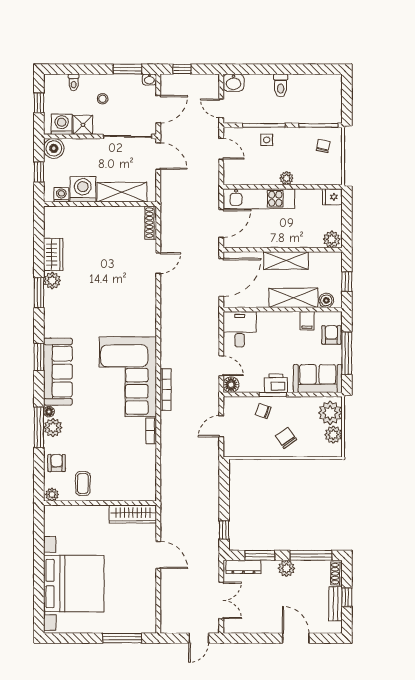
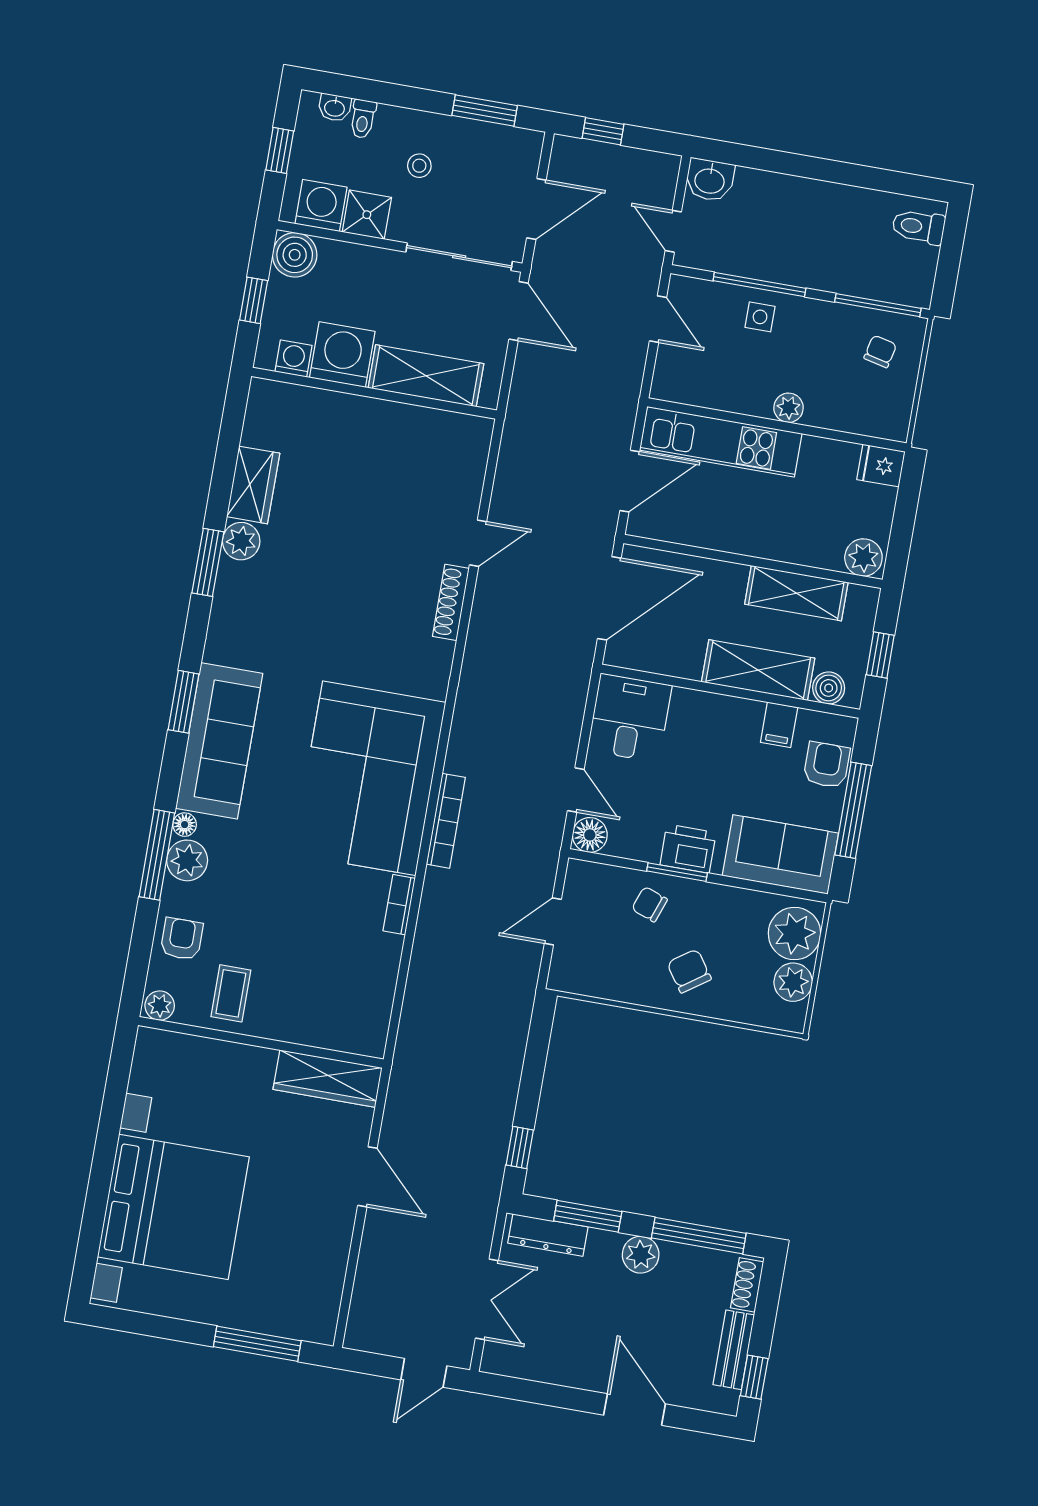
washbasin: (149, 79) -> (335, 108), moved
toilet: (281, 85) -> (919, 227), moved, turned 90
shoe rack: (151, 223) -> (451, 602), moved
shelving: (286, 261) -> (796, 593), moved
window: (347, 597) -> (754, 1377), moved

